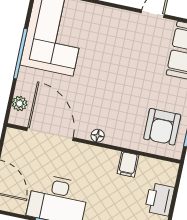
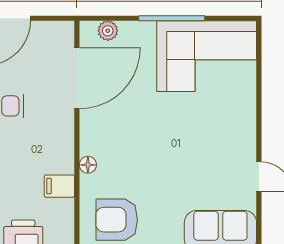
floor lamp: (98, 136) -> (88, 165), moved

